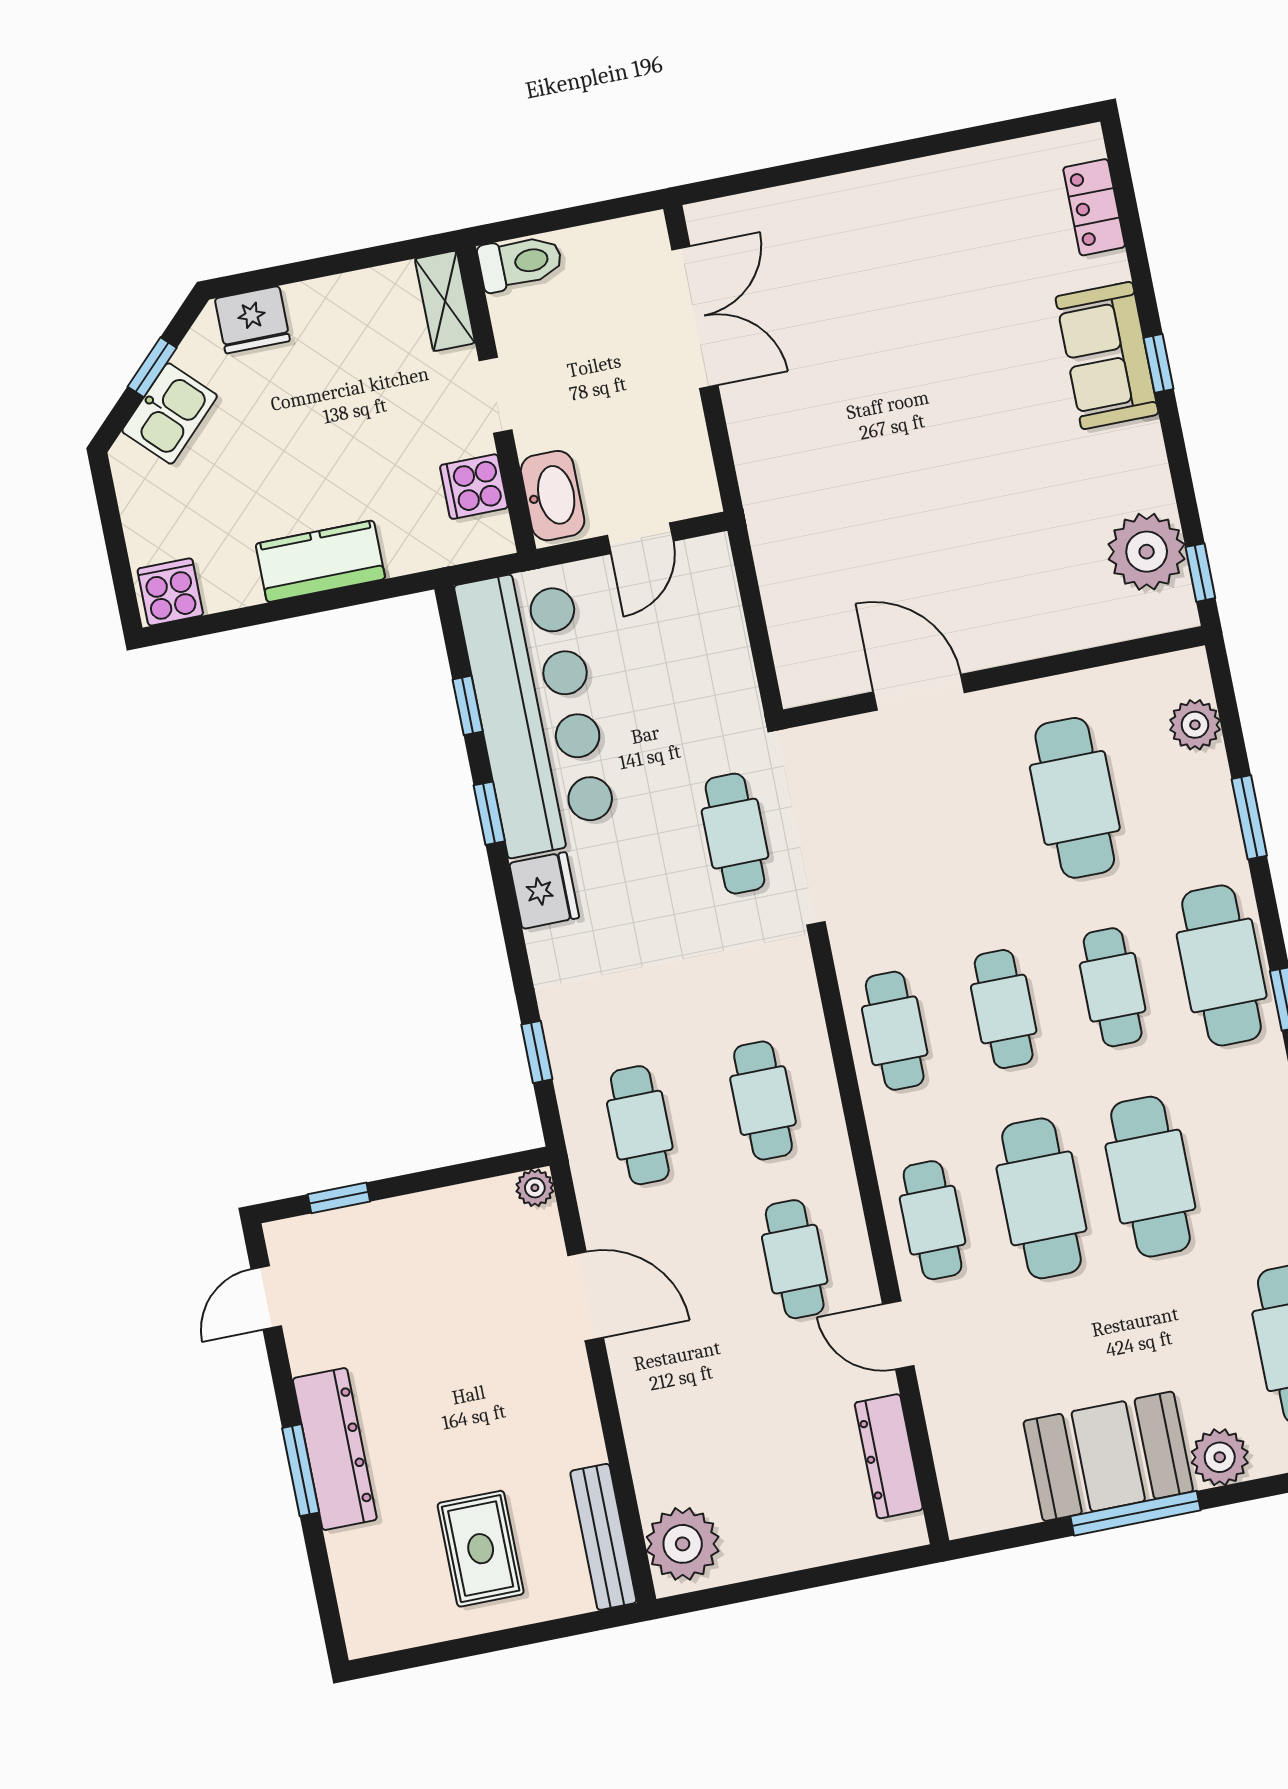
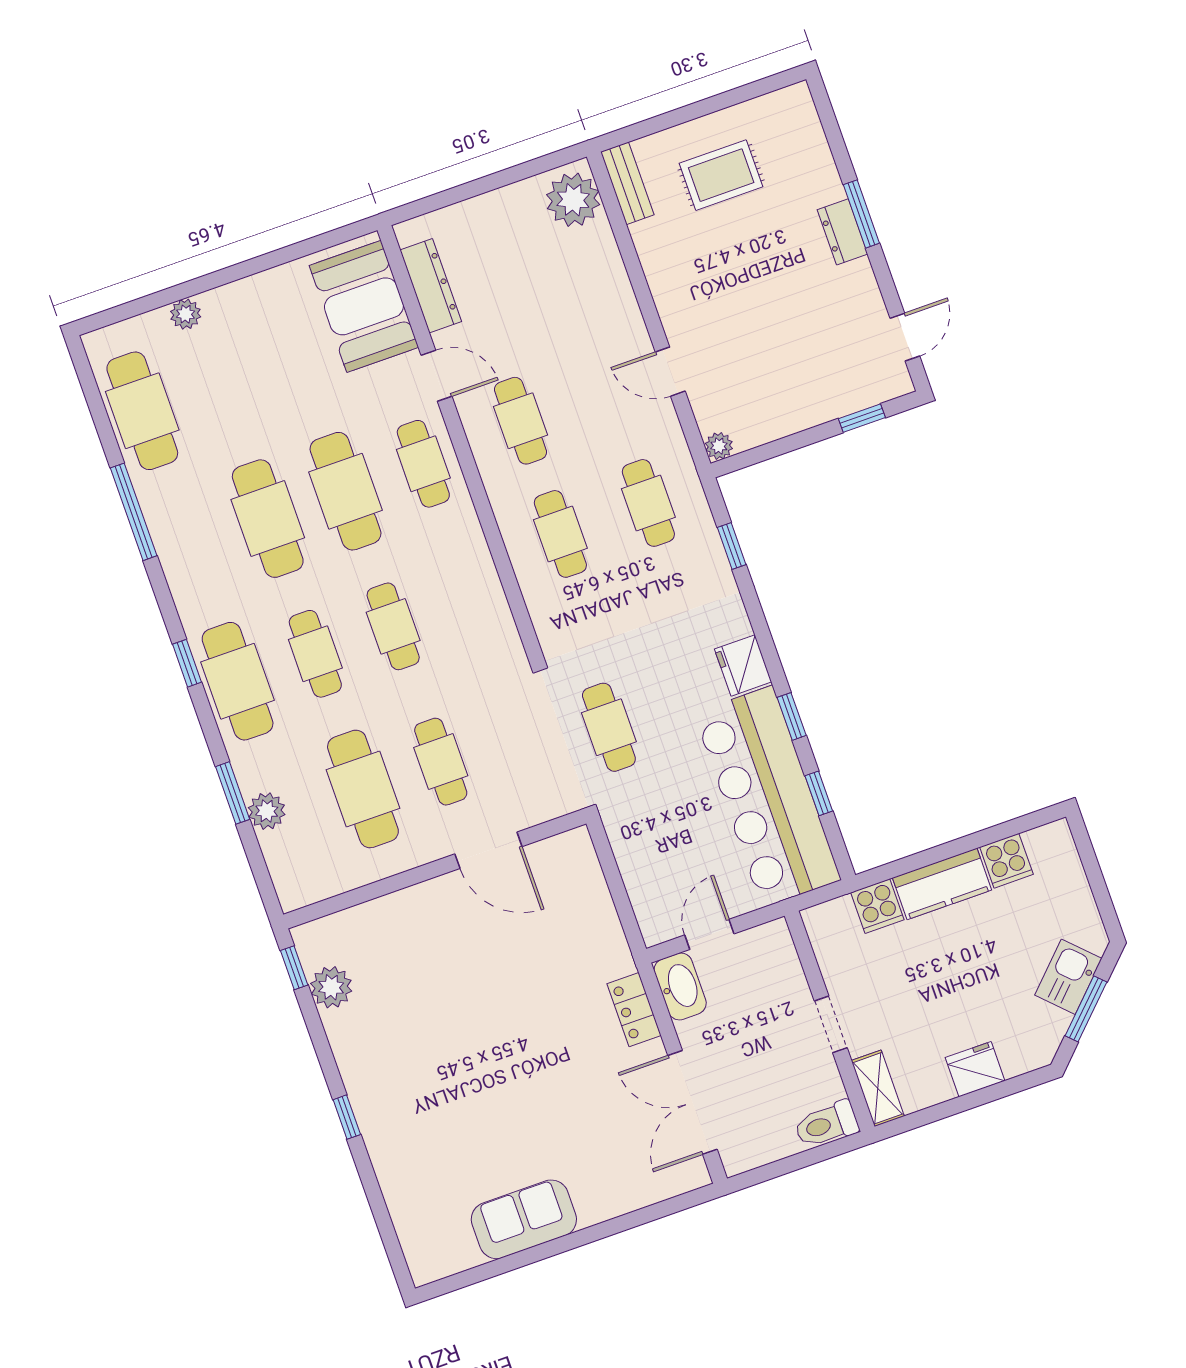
locker: (1094, 207) -> (634, 1010), moved, turned 180
fridge: (252, 320) -> (975, 1069), moved
sofa: (1107, 356) -> (524, 1219), moved, turned -90
window: (152, 367) -> (1086, 1009), width x1.50
cooker: (474, 487) -> (877, 906), moved, turned 90
washbasin: (553, 496) -> (680, 986), moved, turned 180
plant: (1147, 552) -> (331, 987), width x0.73, depth x0.73
cooker: (170, 592) -> (1006, 861), moved
plant: (1195, 725) -> (267, 811), moved
cafe table: (895, 1031) -> (441, 762), moved
door: (586, 1296) -> (670, 372), width x0.73
dresser: (335, 1449) -> (842, 232), width x0.51, depth x0.80
booth: (1108, 1456) -> (364, 306), moved, turned 90
plant: (1220, 1457) -> (186, 314), width x0.73, depth x0.73
window: (1135, 1513) -> (244, 270), removed
bench: (603, 1537) -> (627, 183), width x0.73
rug: (481, 1549) -> (721, 175), turned 90

